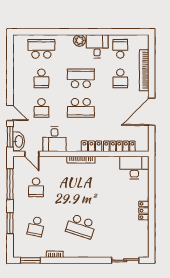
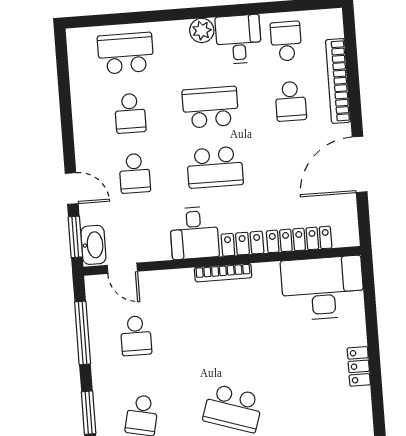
desk: (55, 139) -> (194, 233), moved
desk: (134, 168) -> (323, 288), width x1.36, depth x1.30

